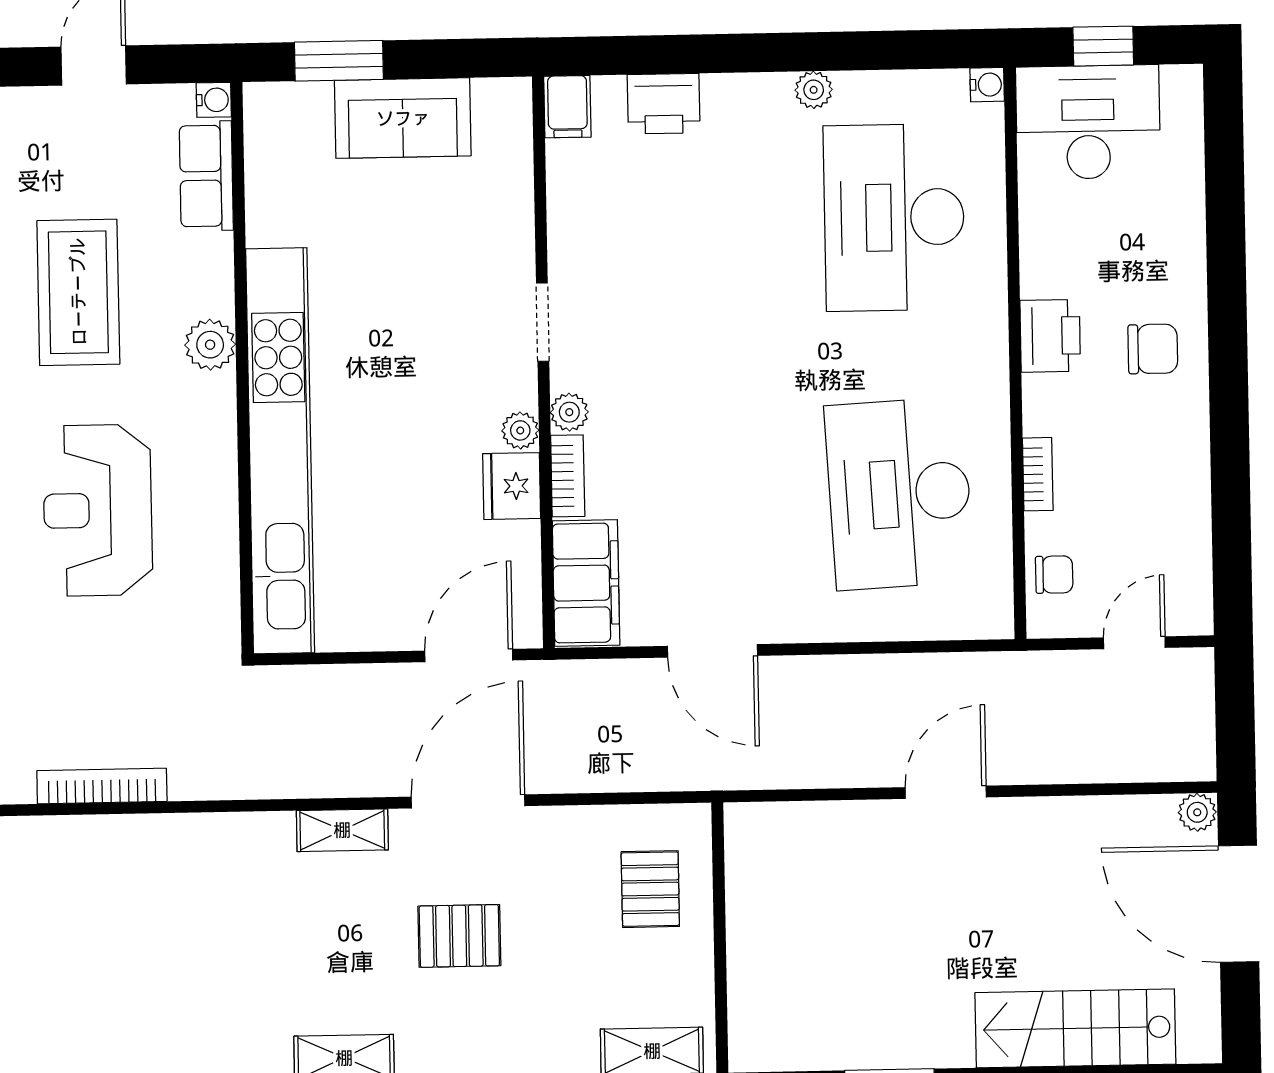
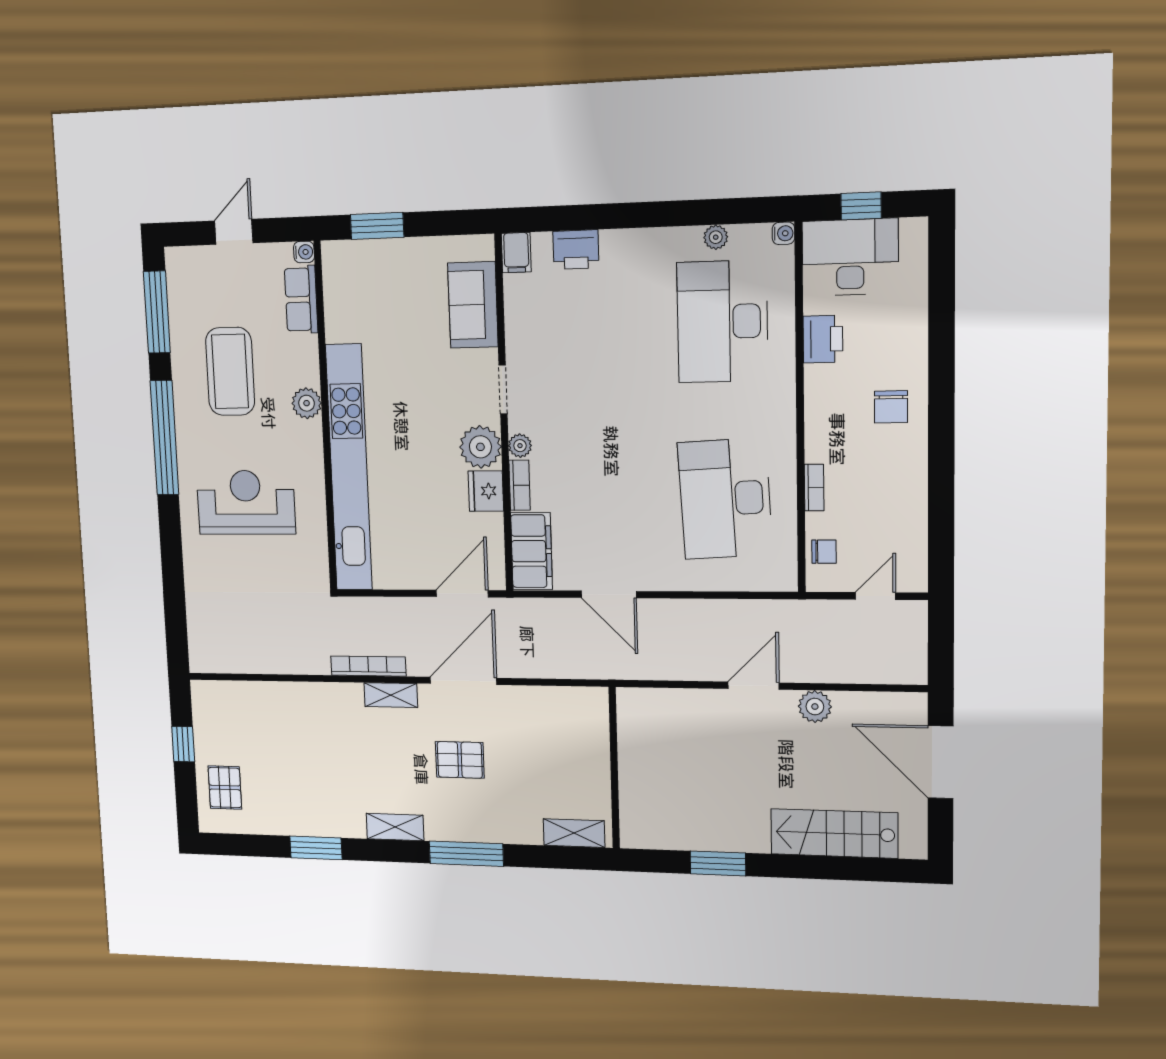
plant: (814, 90) -> (716, 237), moved
sofa: (403, 118) -> (473, 305), moved, turned 90
printer: (1050, 336) -> (823, 339), moved
chair: (1153, 349) -> (891, 407), turned 90
plant: (520, 430) -> (480, 447), width x1.87, depth x1.87
reception desk: (98, 510) -> (246, 502), turned 90
bookcase: (102, 786) -> (368, 666), moved
plant: (1197, 812) -> (815, 707), moved, width x1.38, depth x1.38
pallet: (650, 889) -> (225, 788), moved

